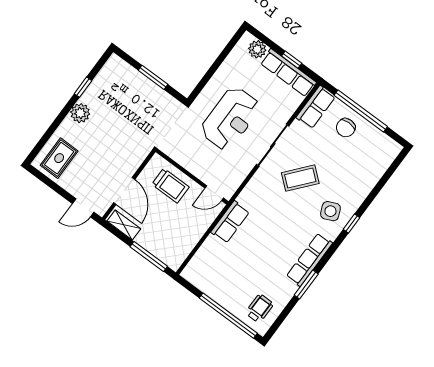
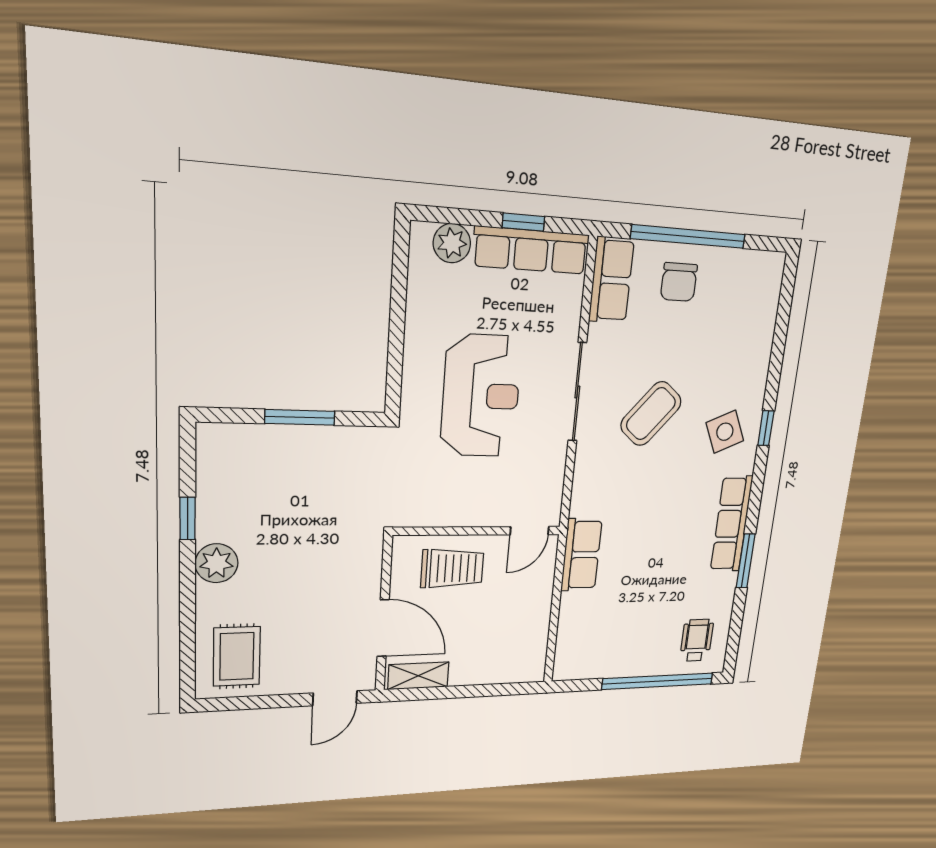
window: (149, 256) -> (488, 690), removed

